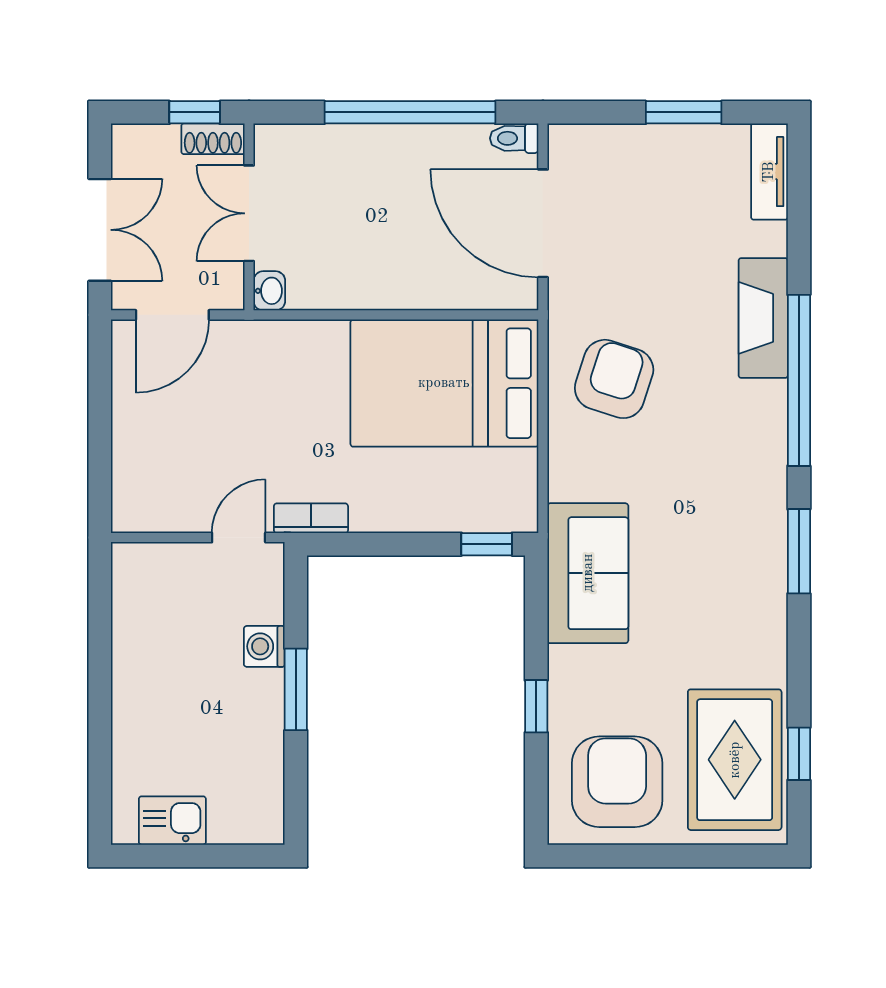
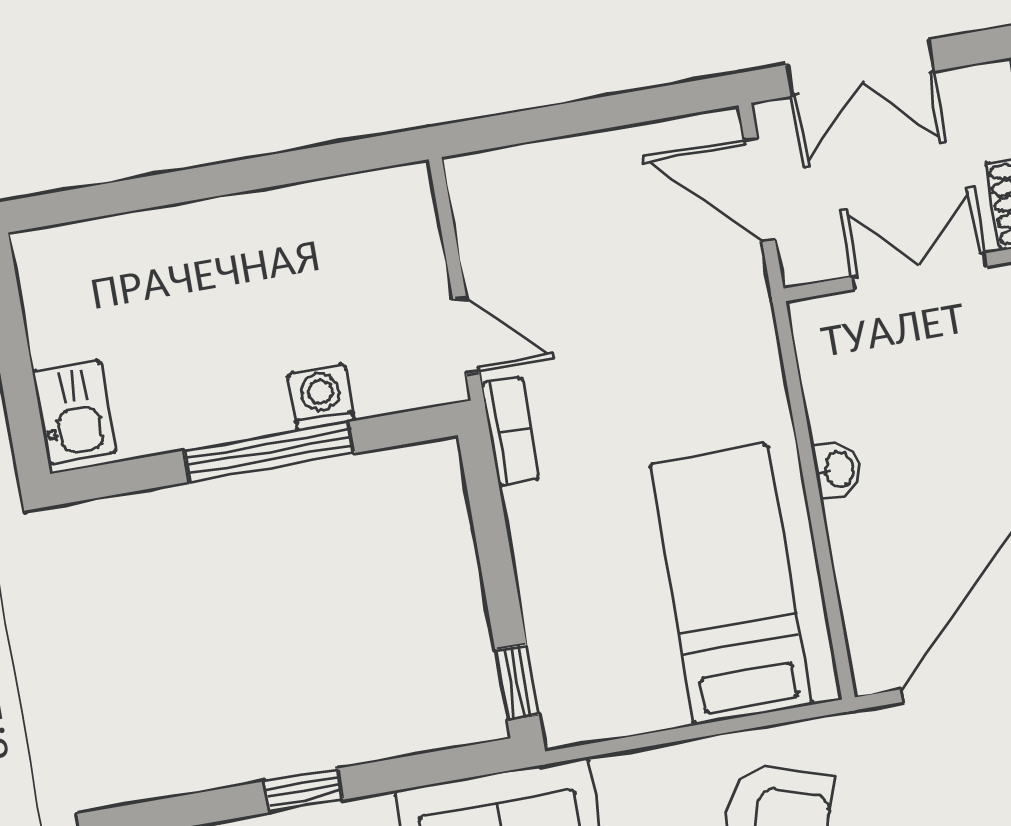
washbasin: (269, 291) -> (838, 470), moved, turned -90
bed: (444, 383) -> (731, 584), width x0.67
window: (296, 689) -> (269, 452), width x1.44
kitchen sink: (172, 821) -> (74, 412), moved

